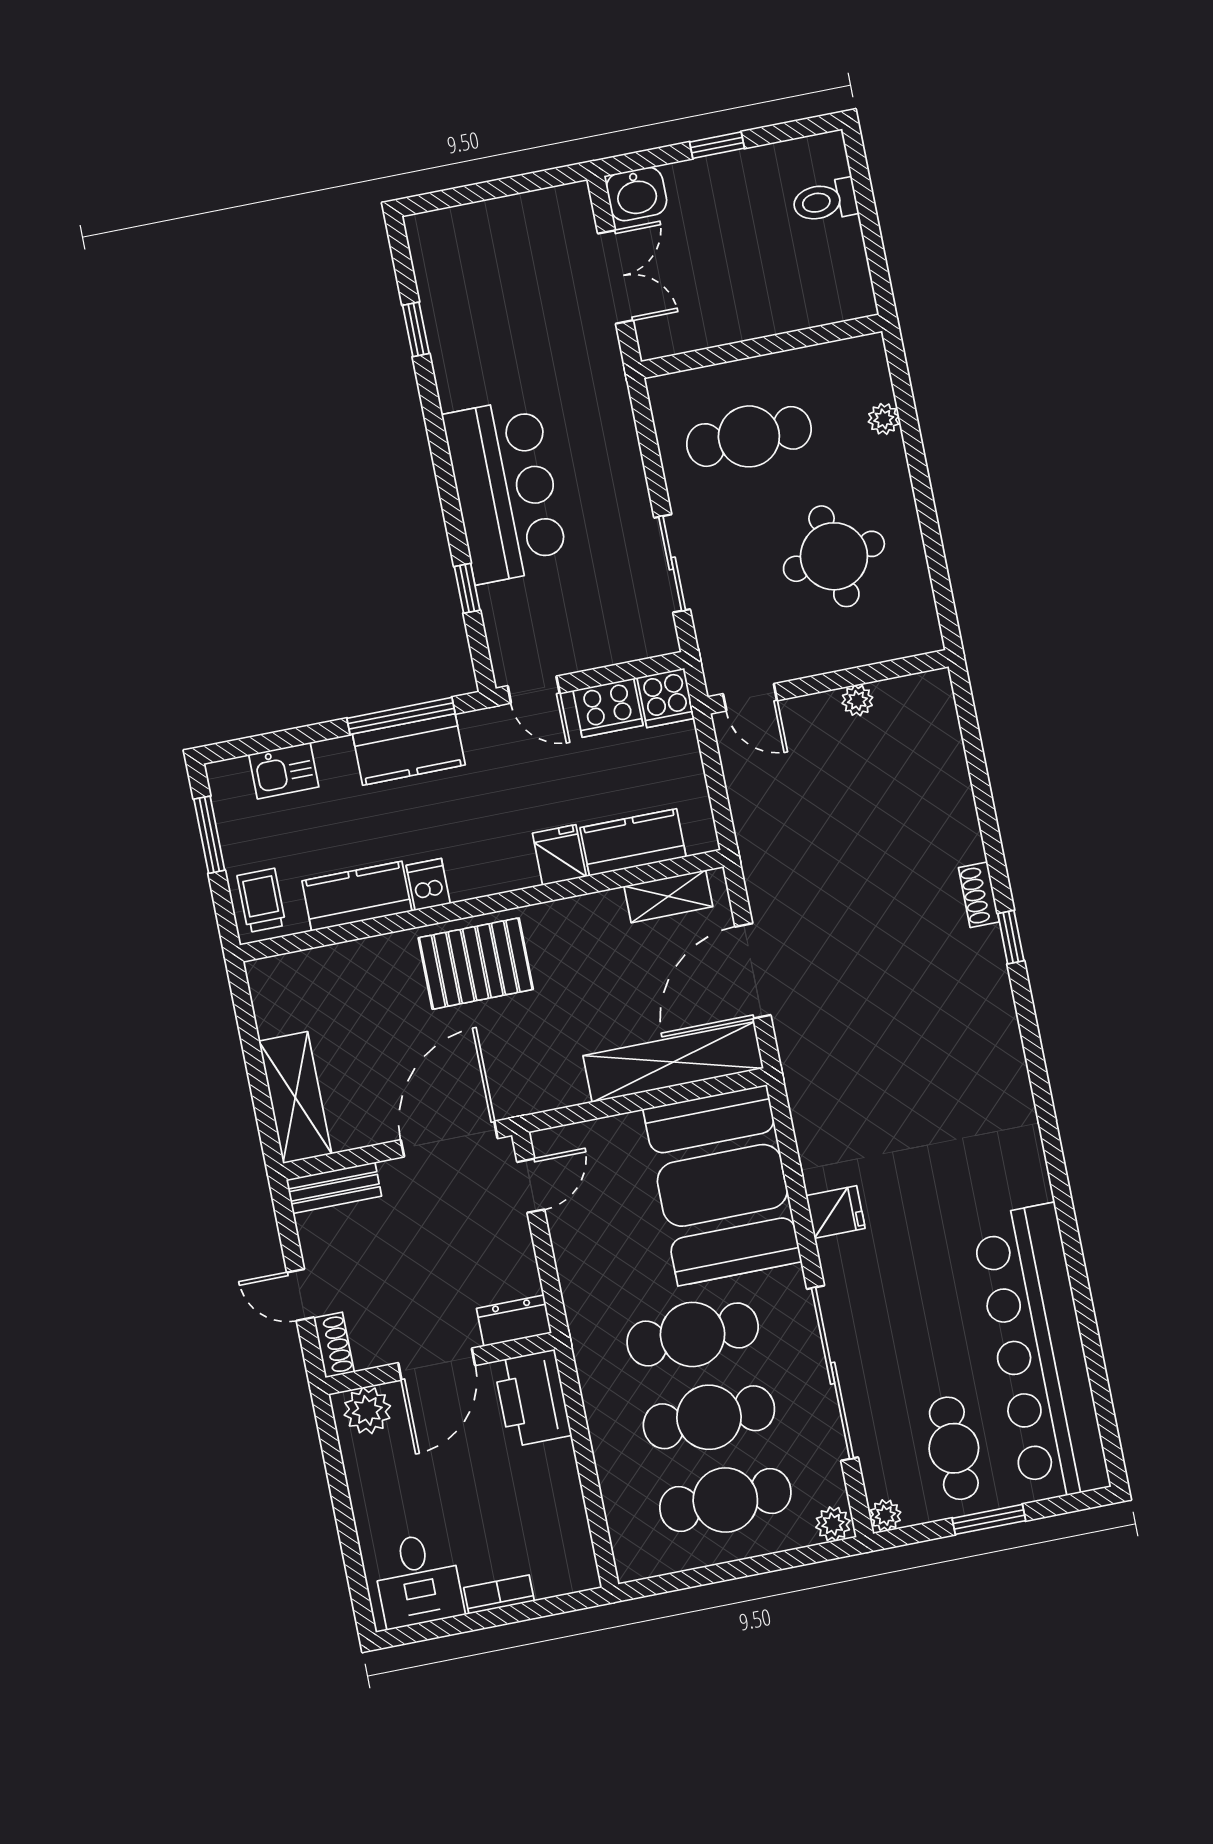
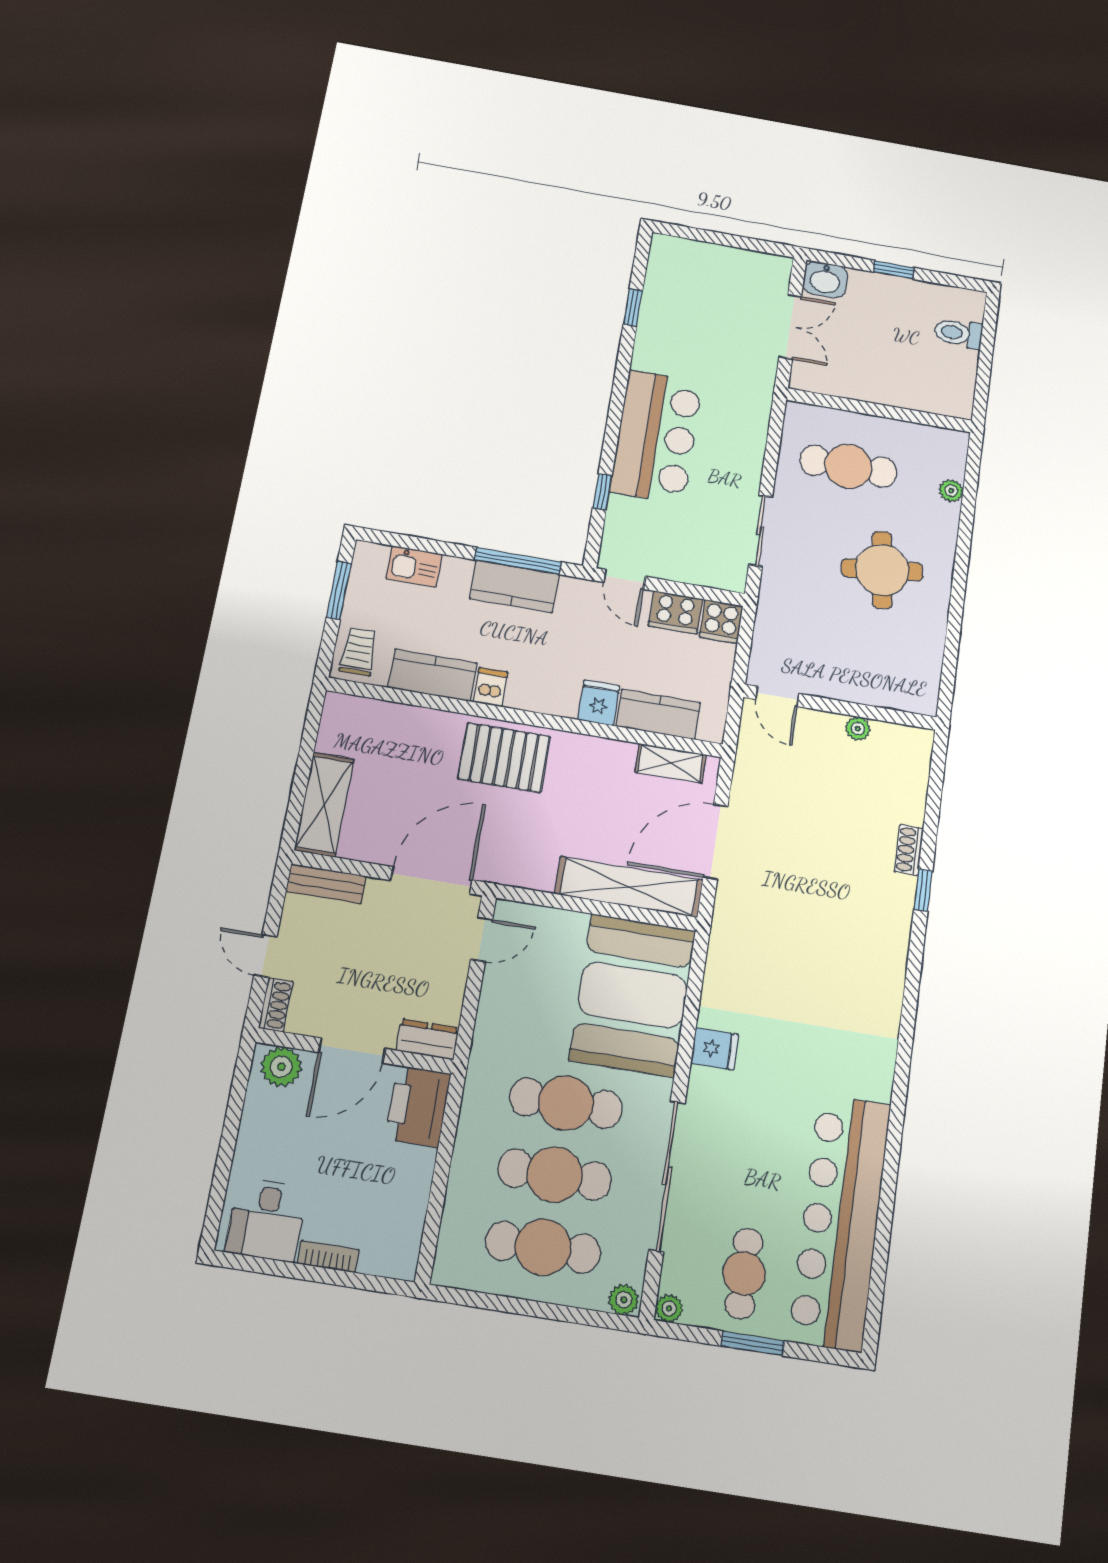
wall: (828, 682) -> (840, 707), moved
door: (750, 697) -> (777, 696), moved
plant: (857, 700) -> (858, 729), moved

